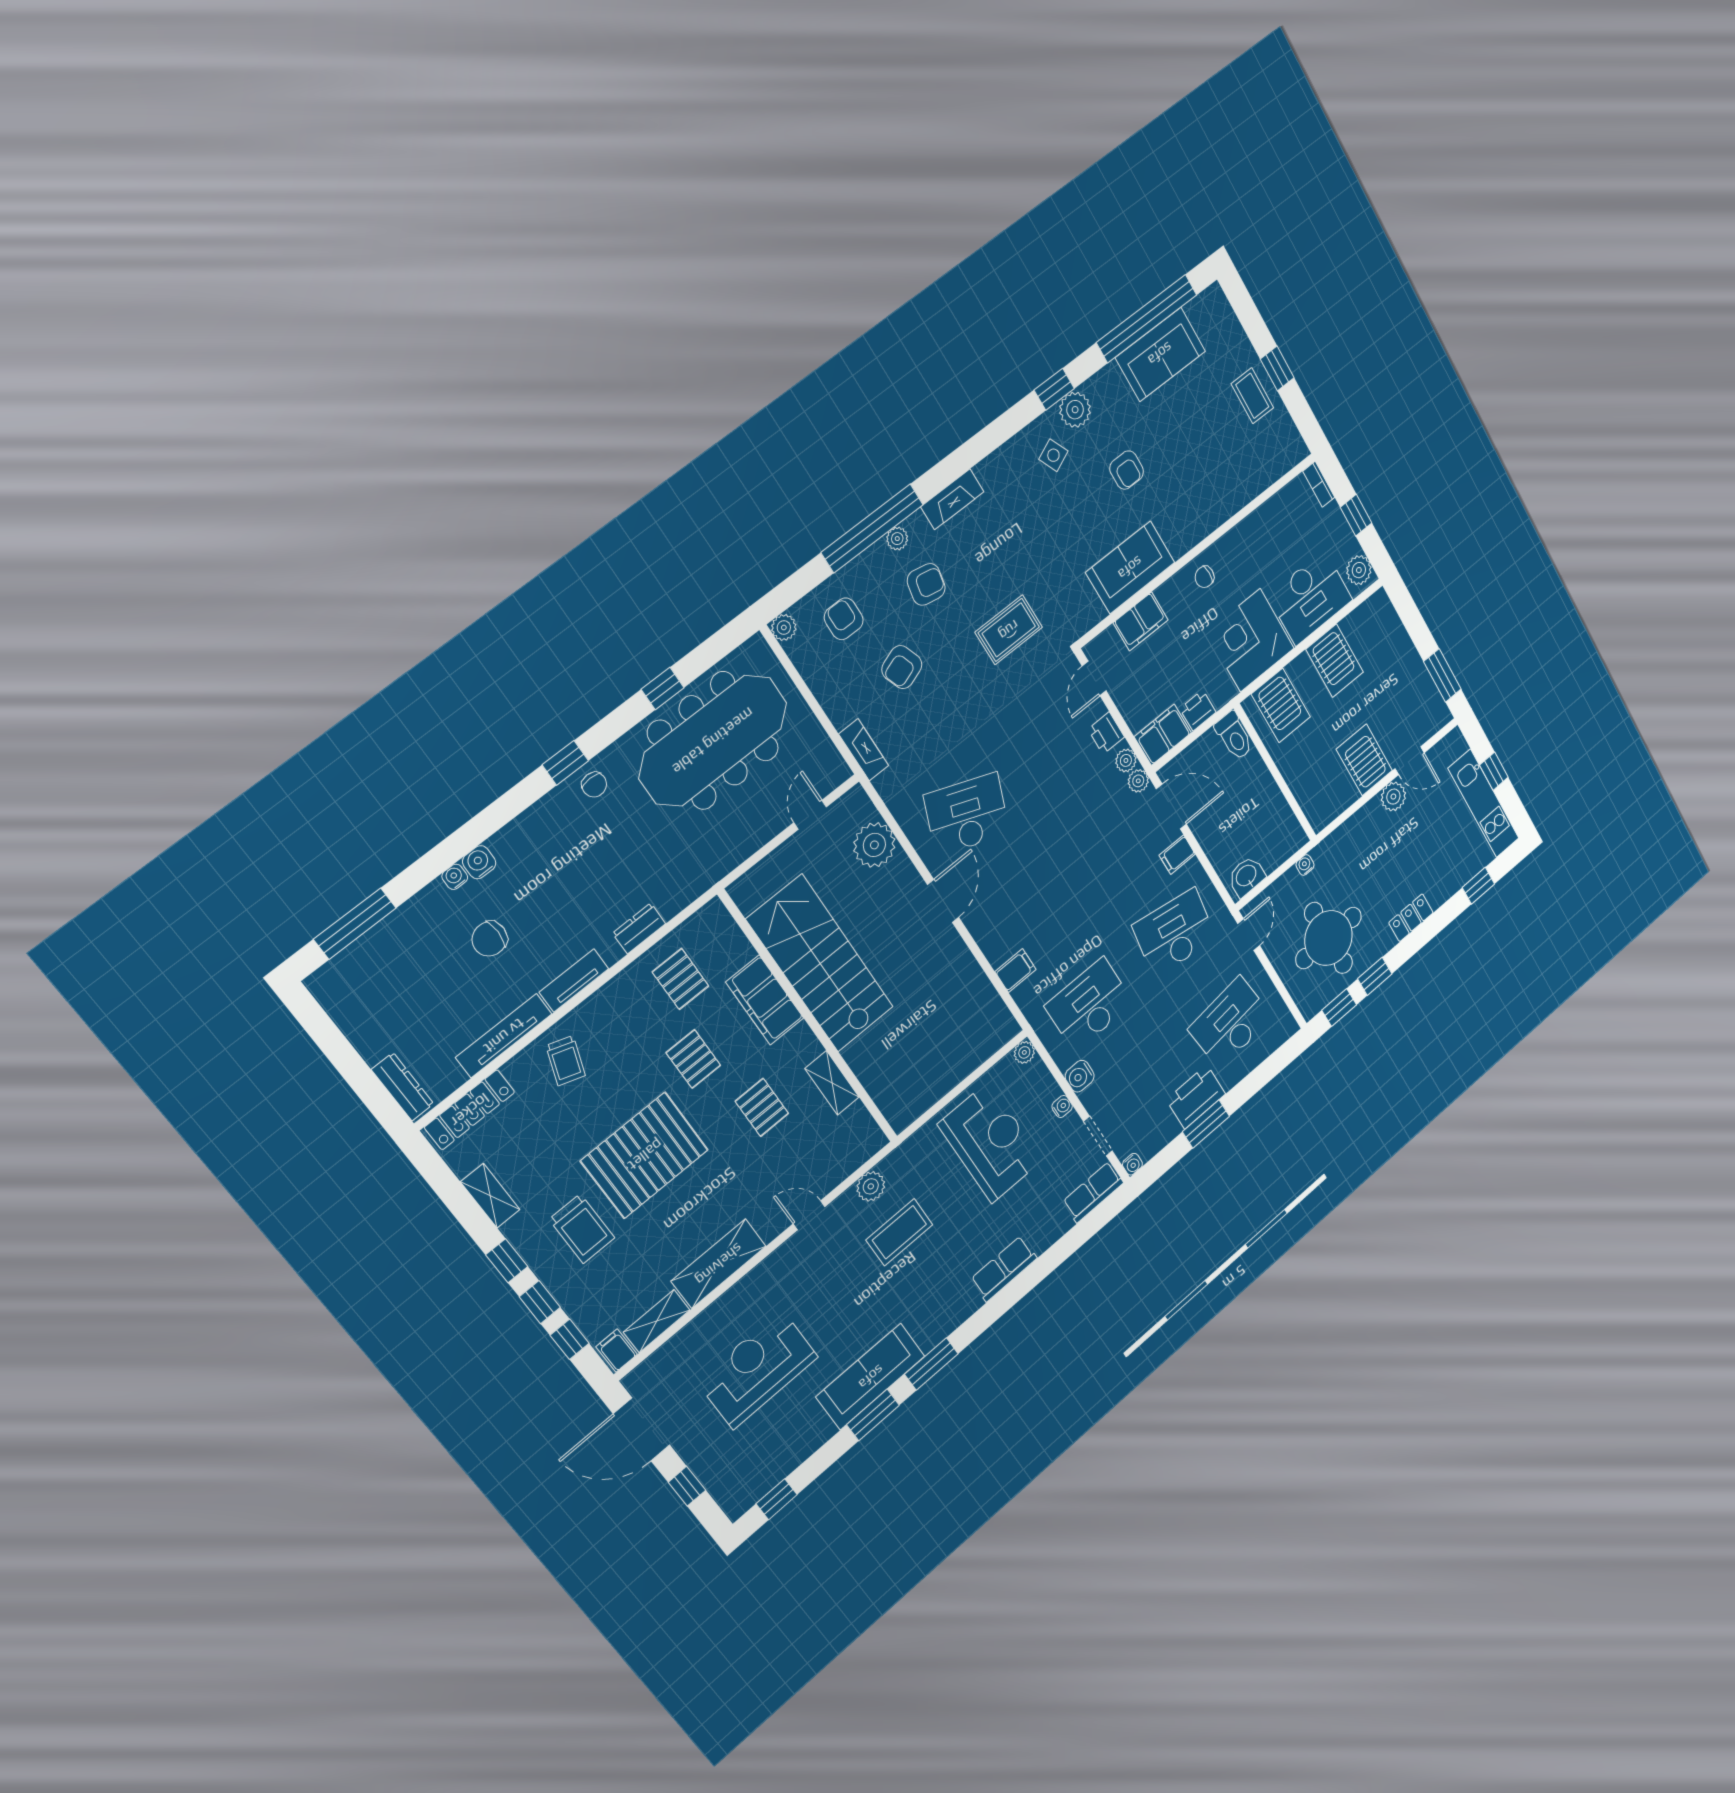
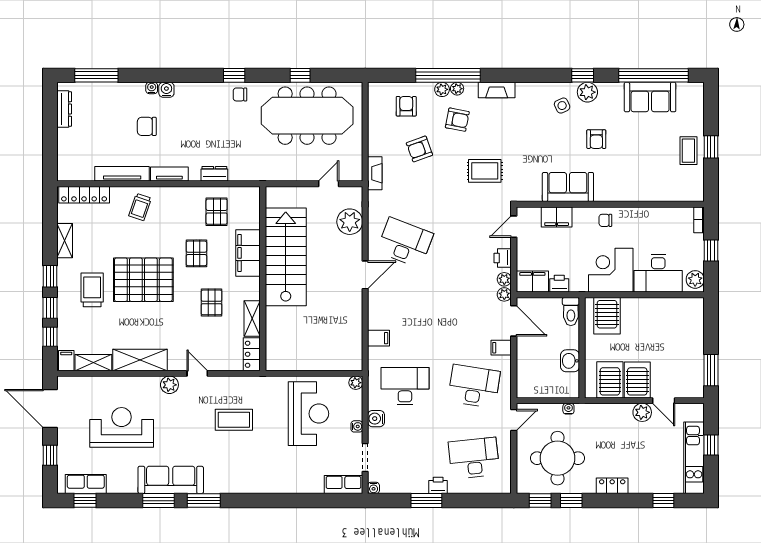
plant: (784, 627) -> (442, 89), moved
server rack: (1335, 661) -> (610, 380), moved, turned 180
chair: (594, 785) -> (240, 94), turned 90
washbasin: (1247, 876) -> (570, 361), moved, turned -90
dresser: (403, 1087) -> (64, 109), moved
printer: (1196, 1097) -> (438, 485), width x0.53, depth x0.68
locker: (864, 1130) -> (252, 354), added
plant: (871, 1186) -> (169, 385), moved
trolley: (582, 1229) -> (92, 290), turned 180
row of seats: (1004, 1269) -> (86, 484), moved

